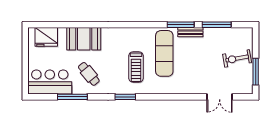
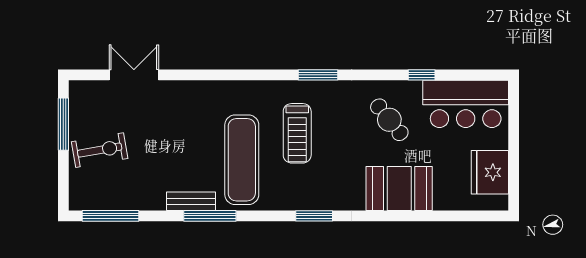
window: (127, 25) -> (314, 216), added
window: (217, 25) -> (111, 216), moved
fridge: (46, 37) -> (490, 172), moved, turned -90
treadmill: (136, 67) -> (297, 133), turned 180
window: (72, 97) -> (422, 75), width x0.46

